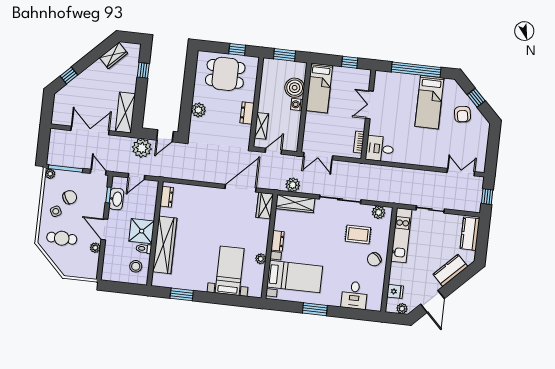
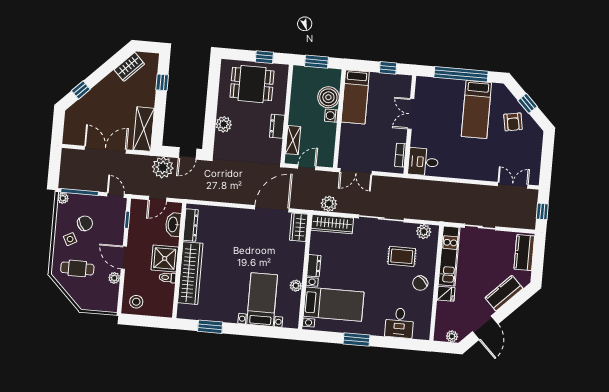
dresser: (167, 197) -> (191, 225), width x1.44
washbasin: (116, 199) -> (173, 224), moved, turned 180
stool: (136, 266) -> (136, 302), moved
fridge: (395, 291) -> (446, 294), moved

